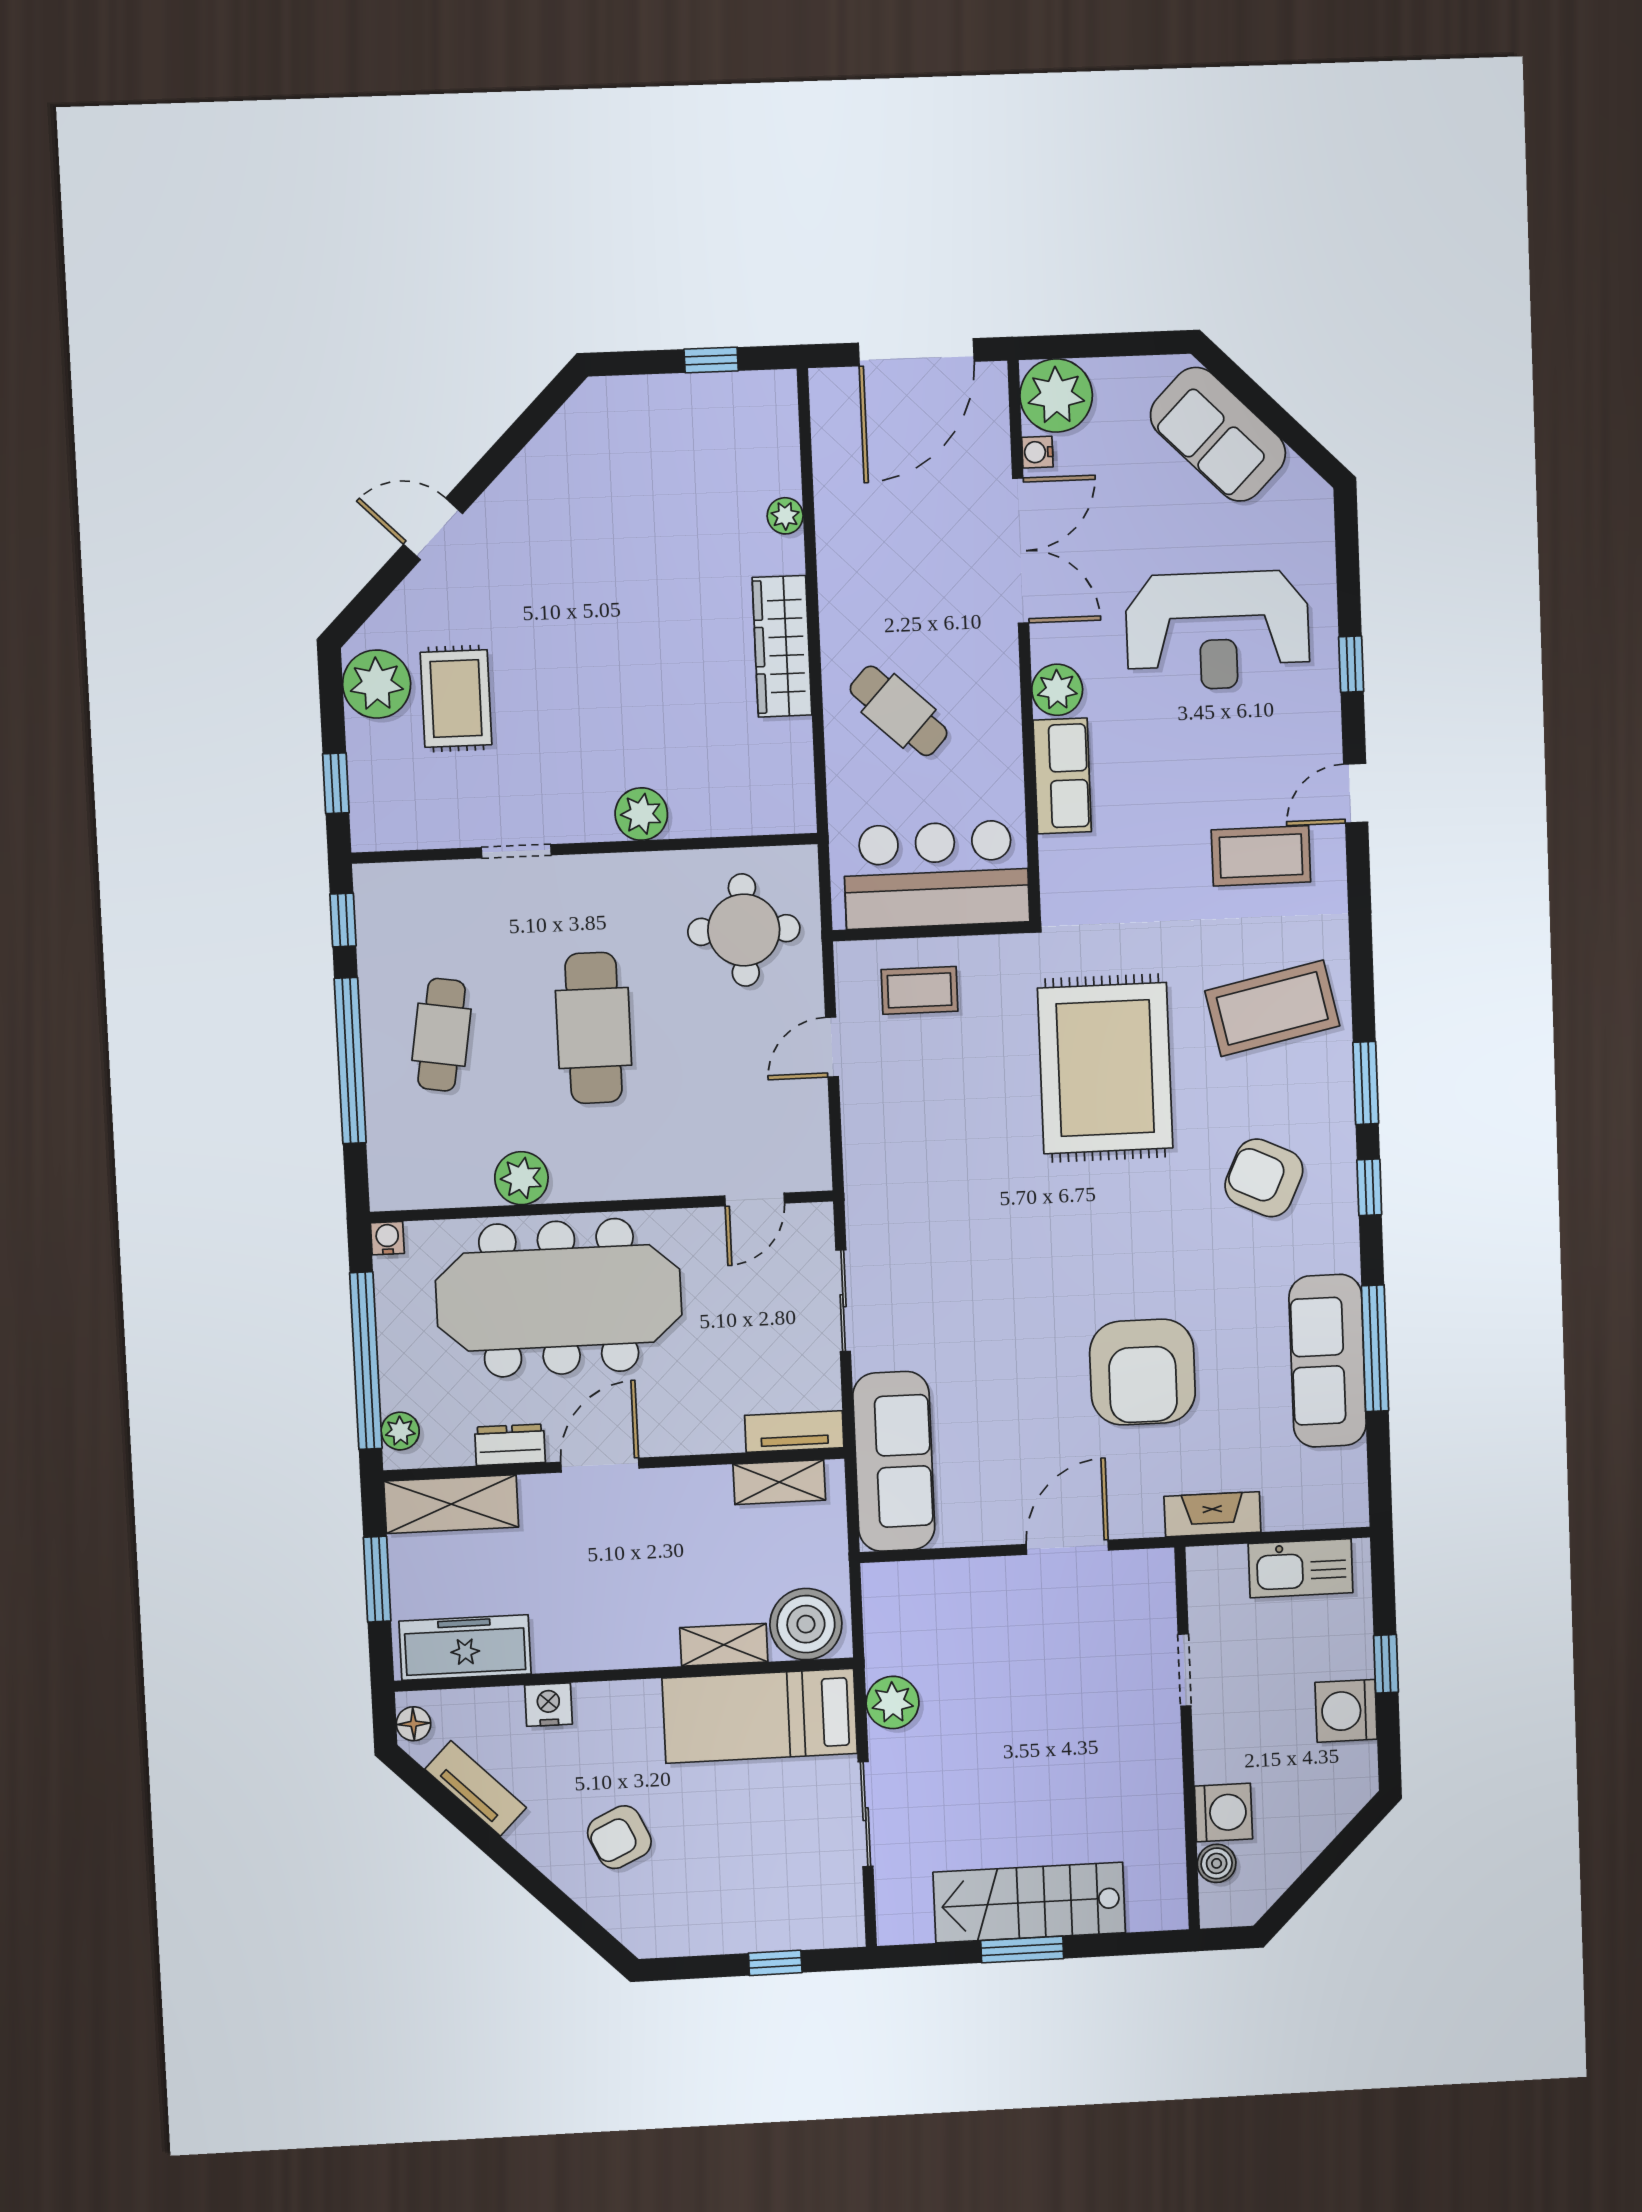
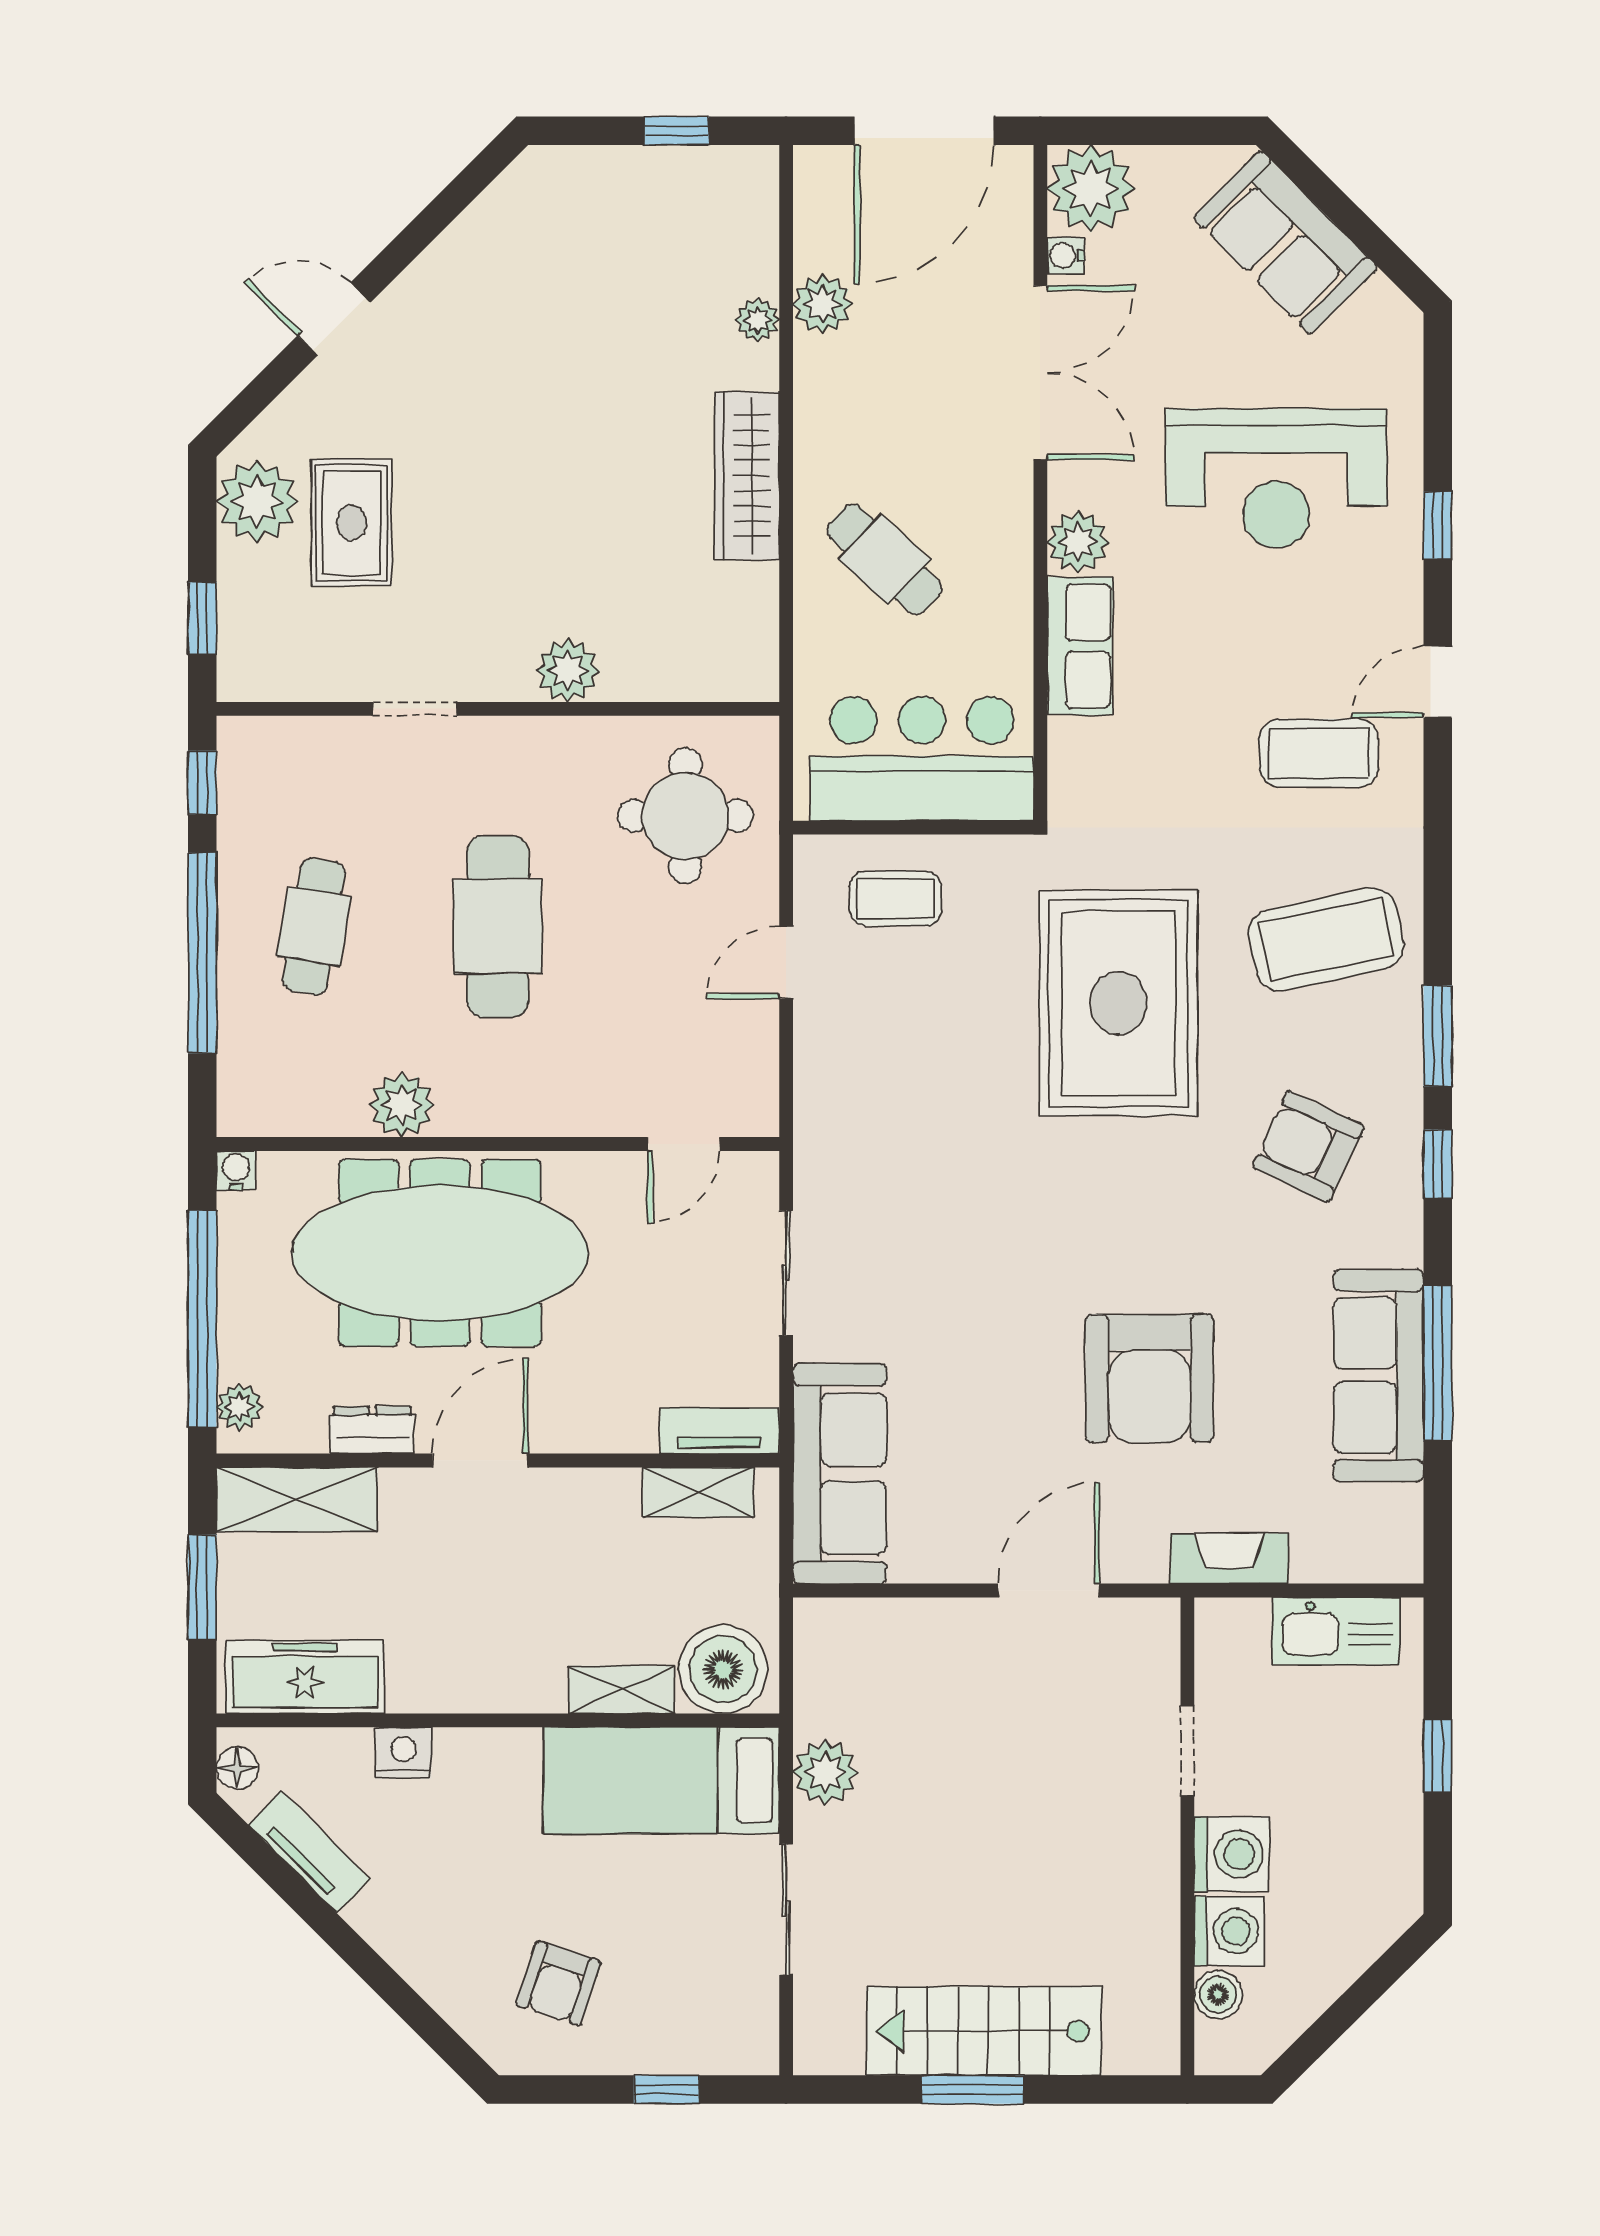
plant: (838, 501) -> (823, 304), added
washing machine: (1346, 1711) -> (1232, 1854), moved, turned 180
armchair: (619, 1837) -> (558, 1983), moved, turned -47

